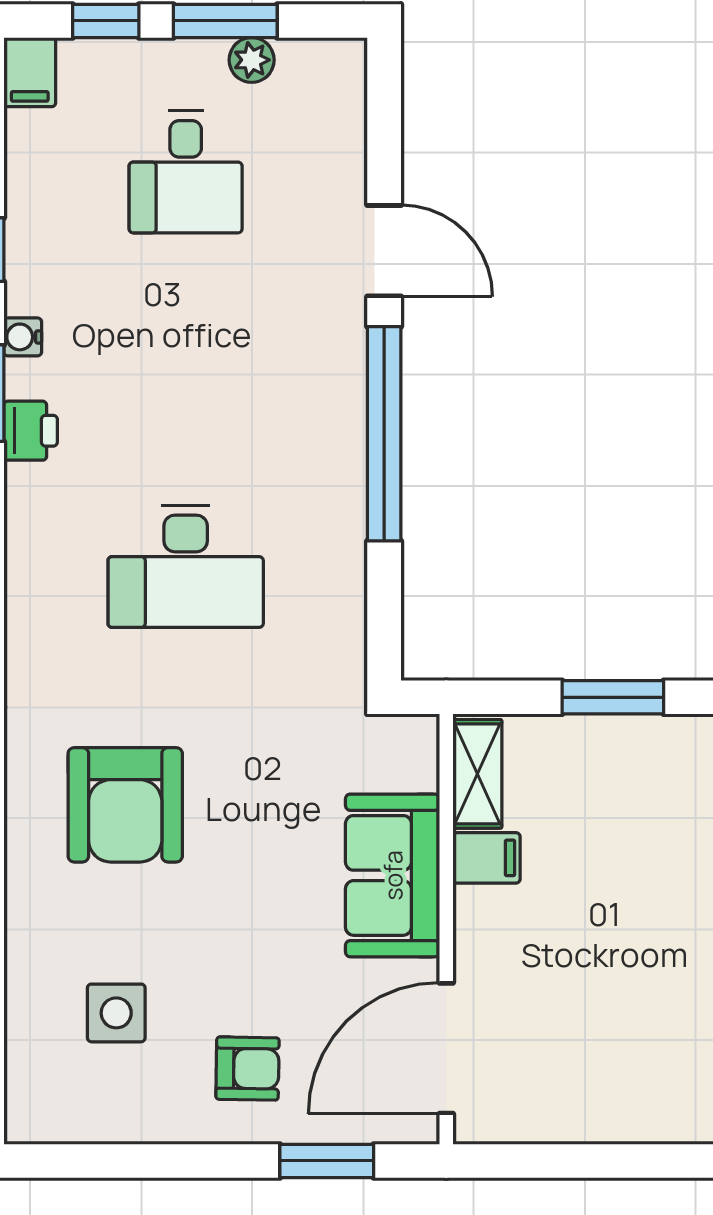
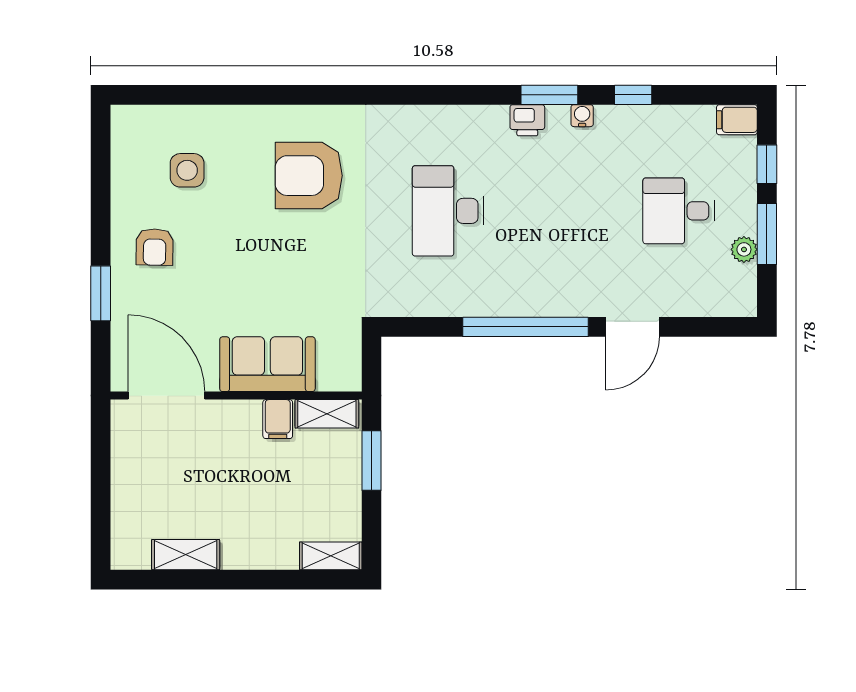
shelving: (477, 774) -> (327, 414), moved
filing cabinet: (486, 858) -> (278, 419), moved
sofa: (393, 875) -> (267, 364), moved
wall: (446, 929) -> (236, 396), moved
door: (446, 1048) -> (166, 396), moved

